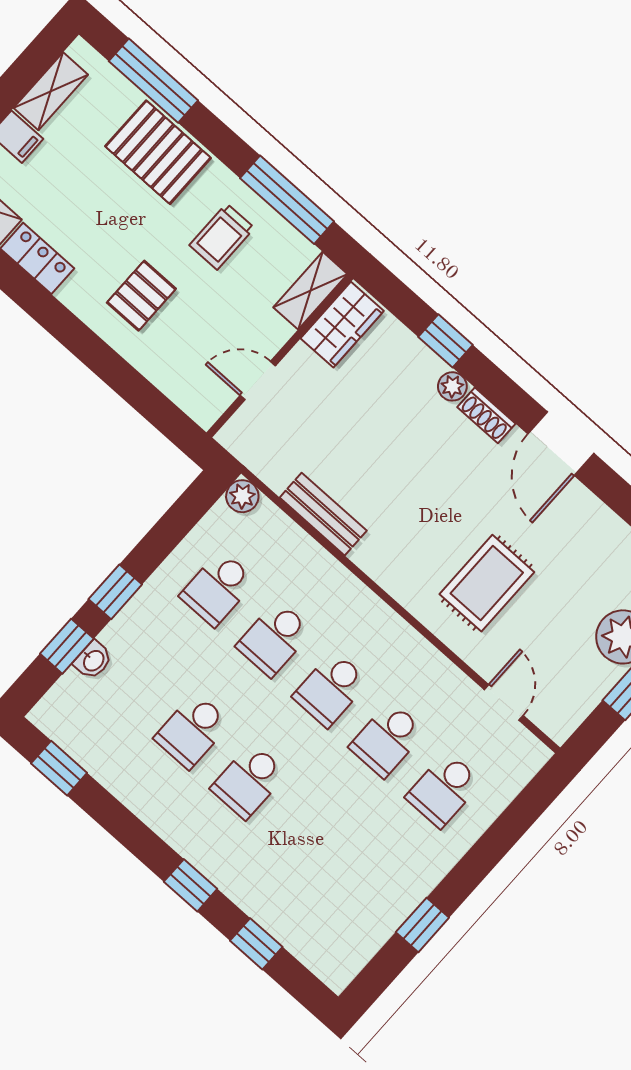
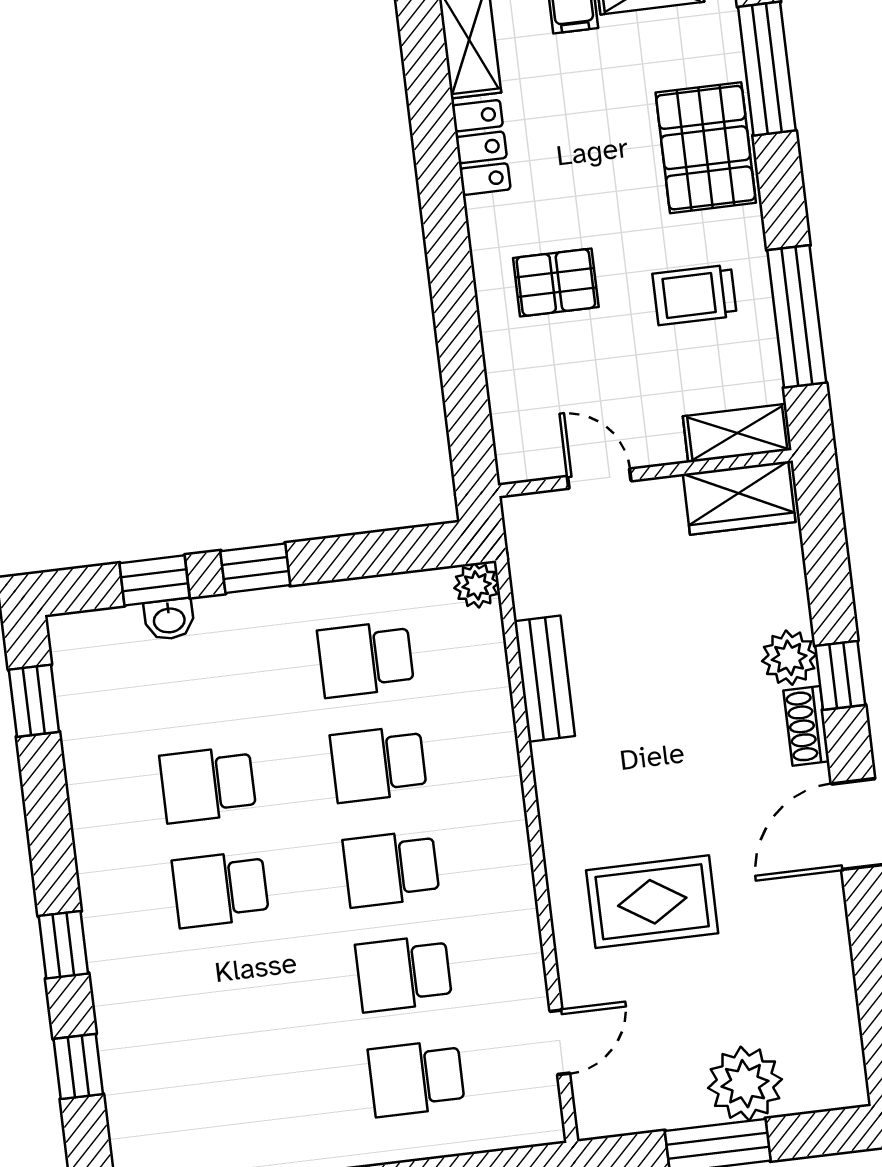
window: (445, 341) -> (840, 675), moved
plant: (452, 386) -> (789, 658), width x1.38, depth x1.38

